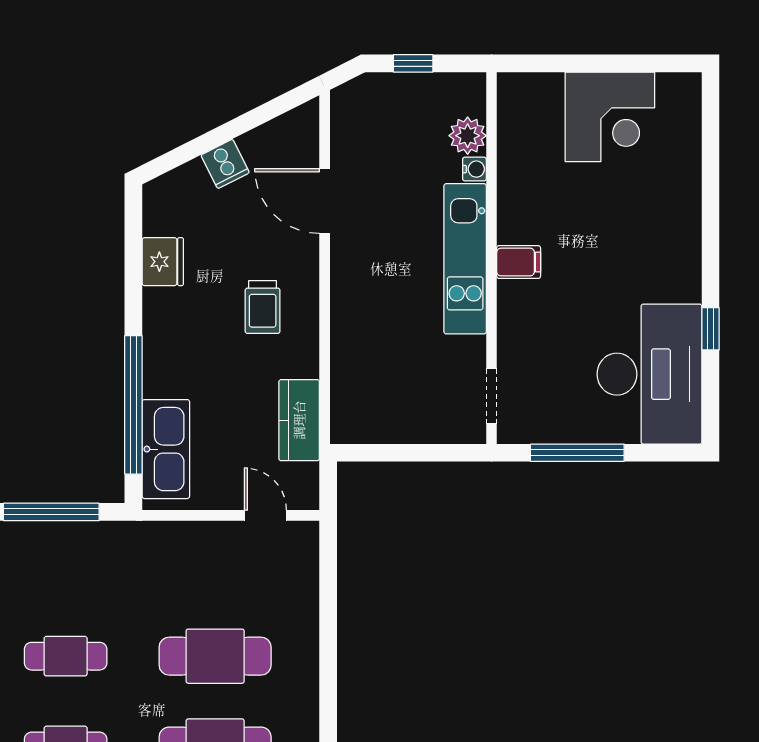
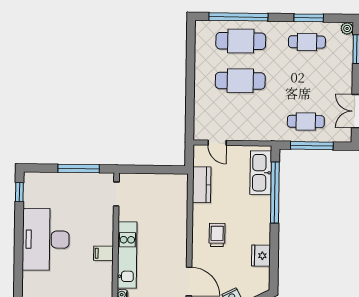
window: (711, 329) -> (19, 192), moved
desk: (649, 374) -> (46, 239), moved
cafe table: (66, 656) -> (306, 121), moved

